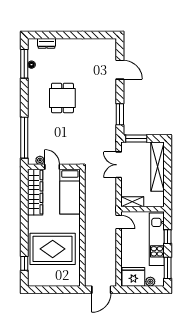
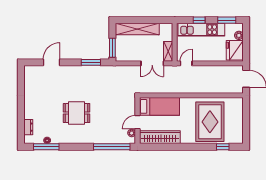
double door: (119, 165) -> (152, 63), moved

